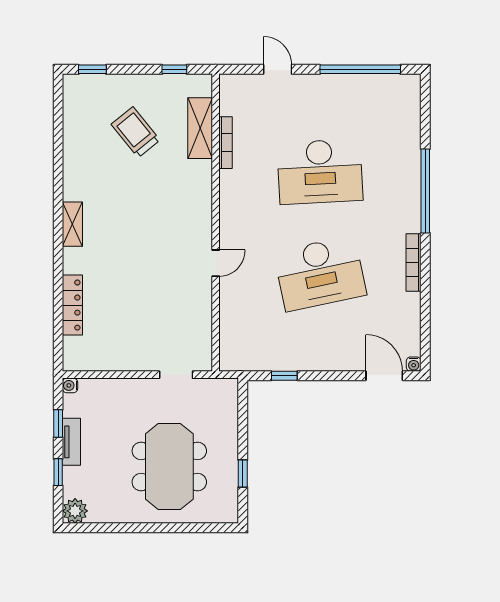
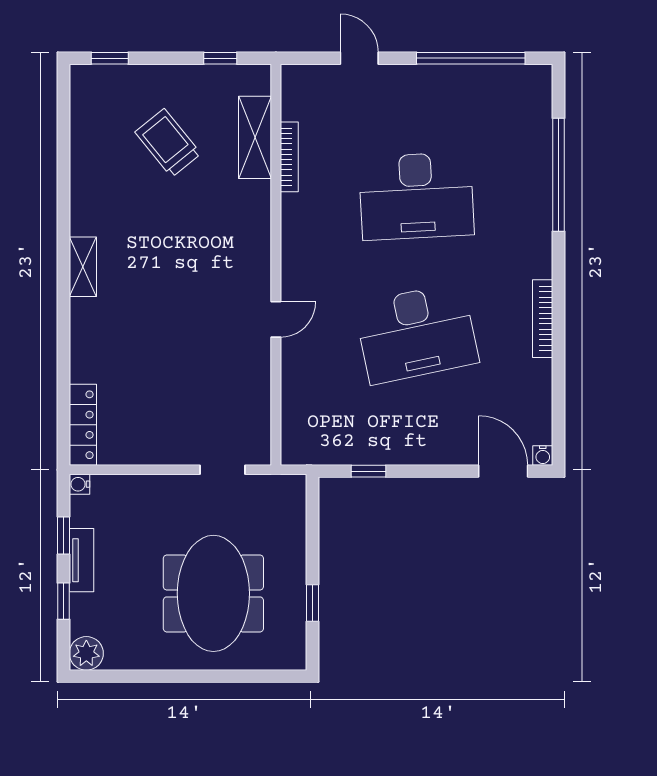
window: (425, 191) -> (558, 175), moved
locker: (72, 305) -> (83, 425), moved

